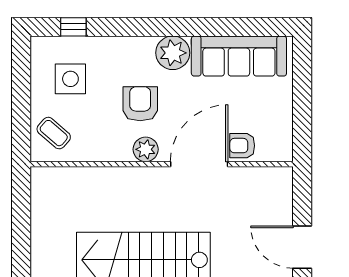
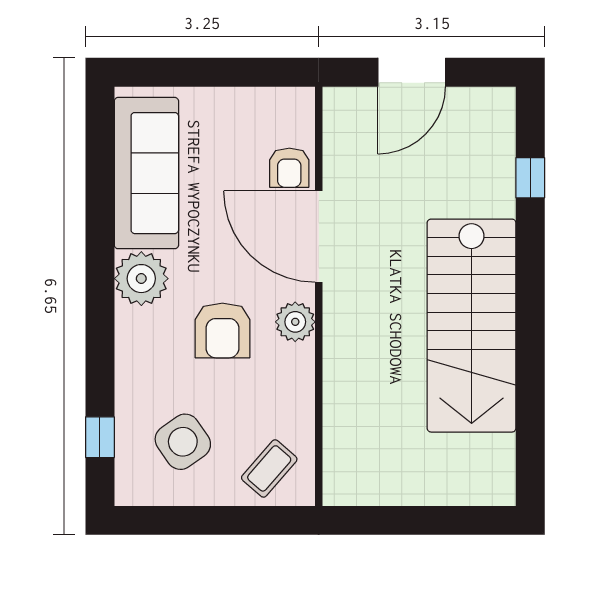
side table: (70, 79) -> (183, 442), turned -35
armchair: (140, 104) -> (222, 331), turned -90
door: (302, 247) -> (412, 72), moved

